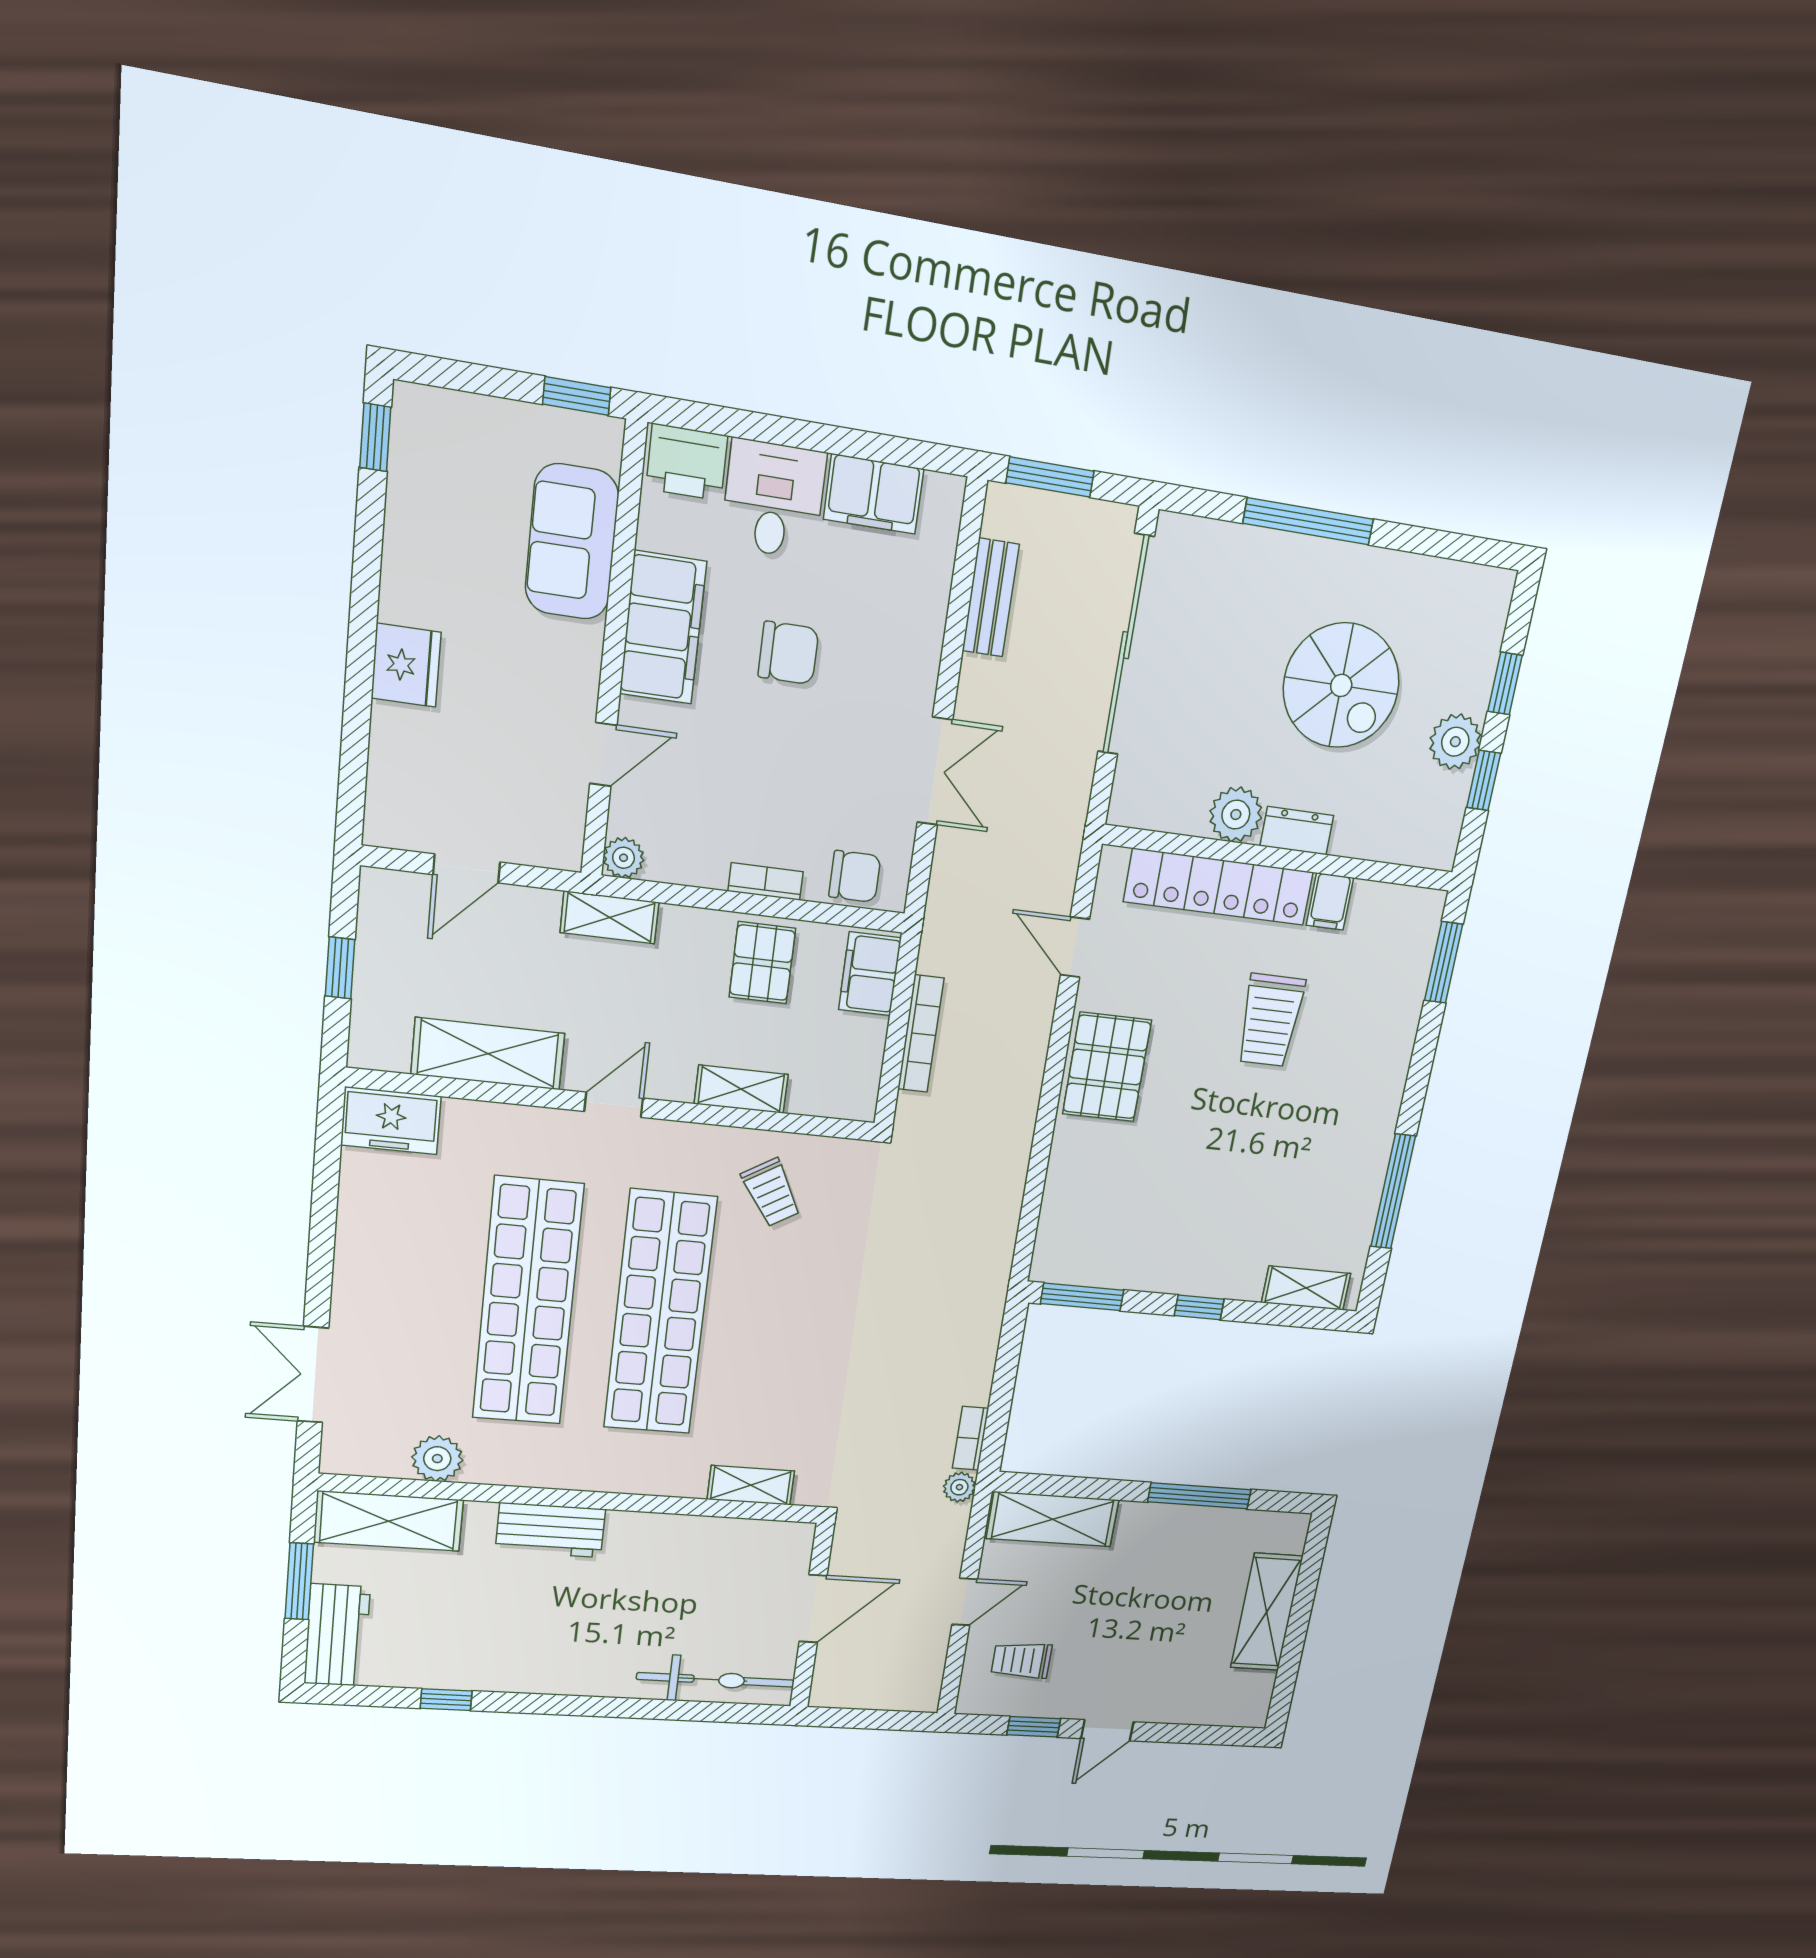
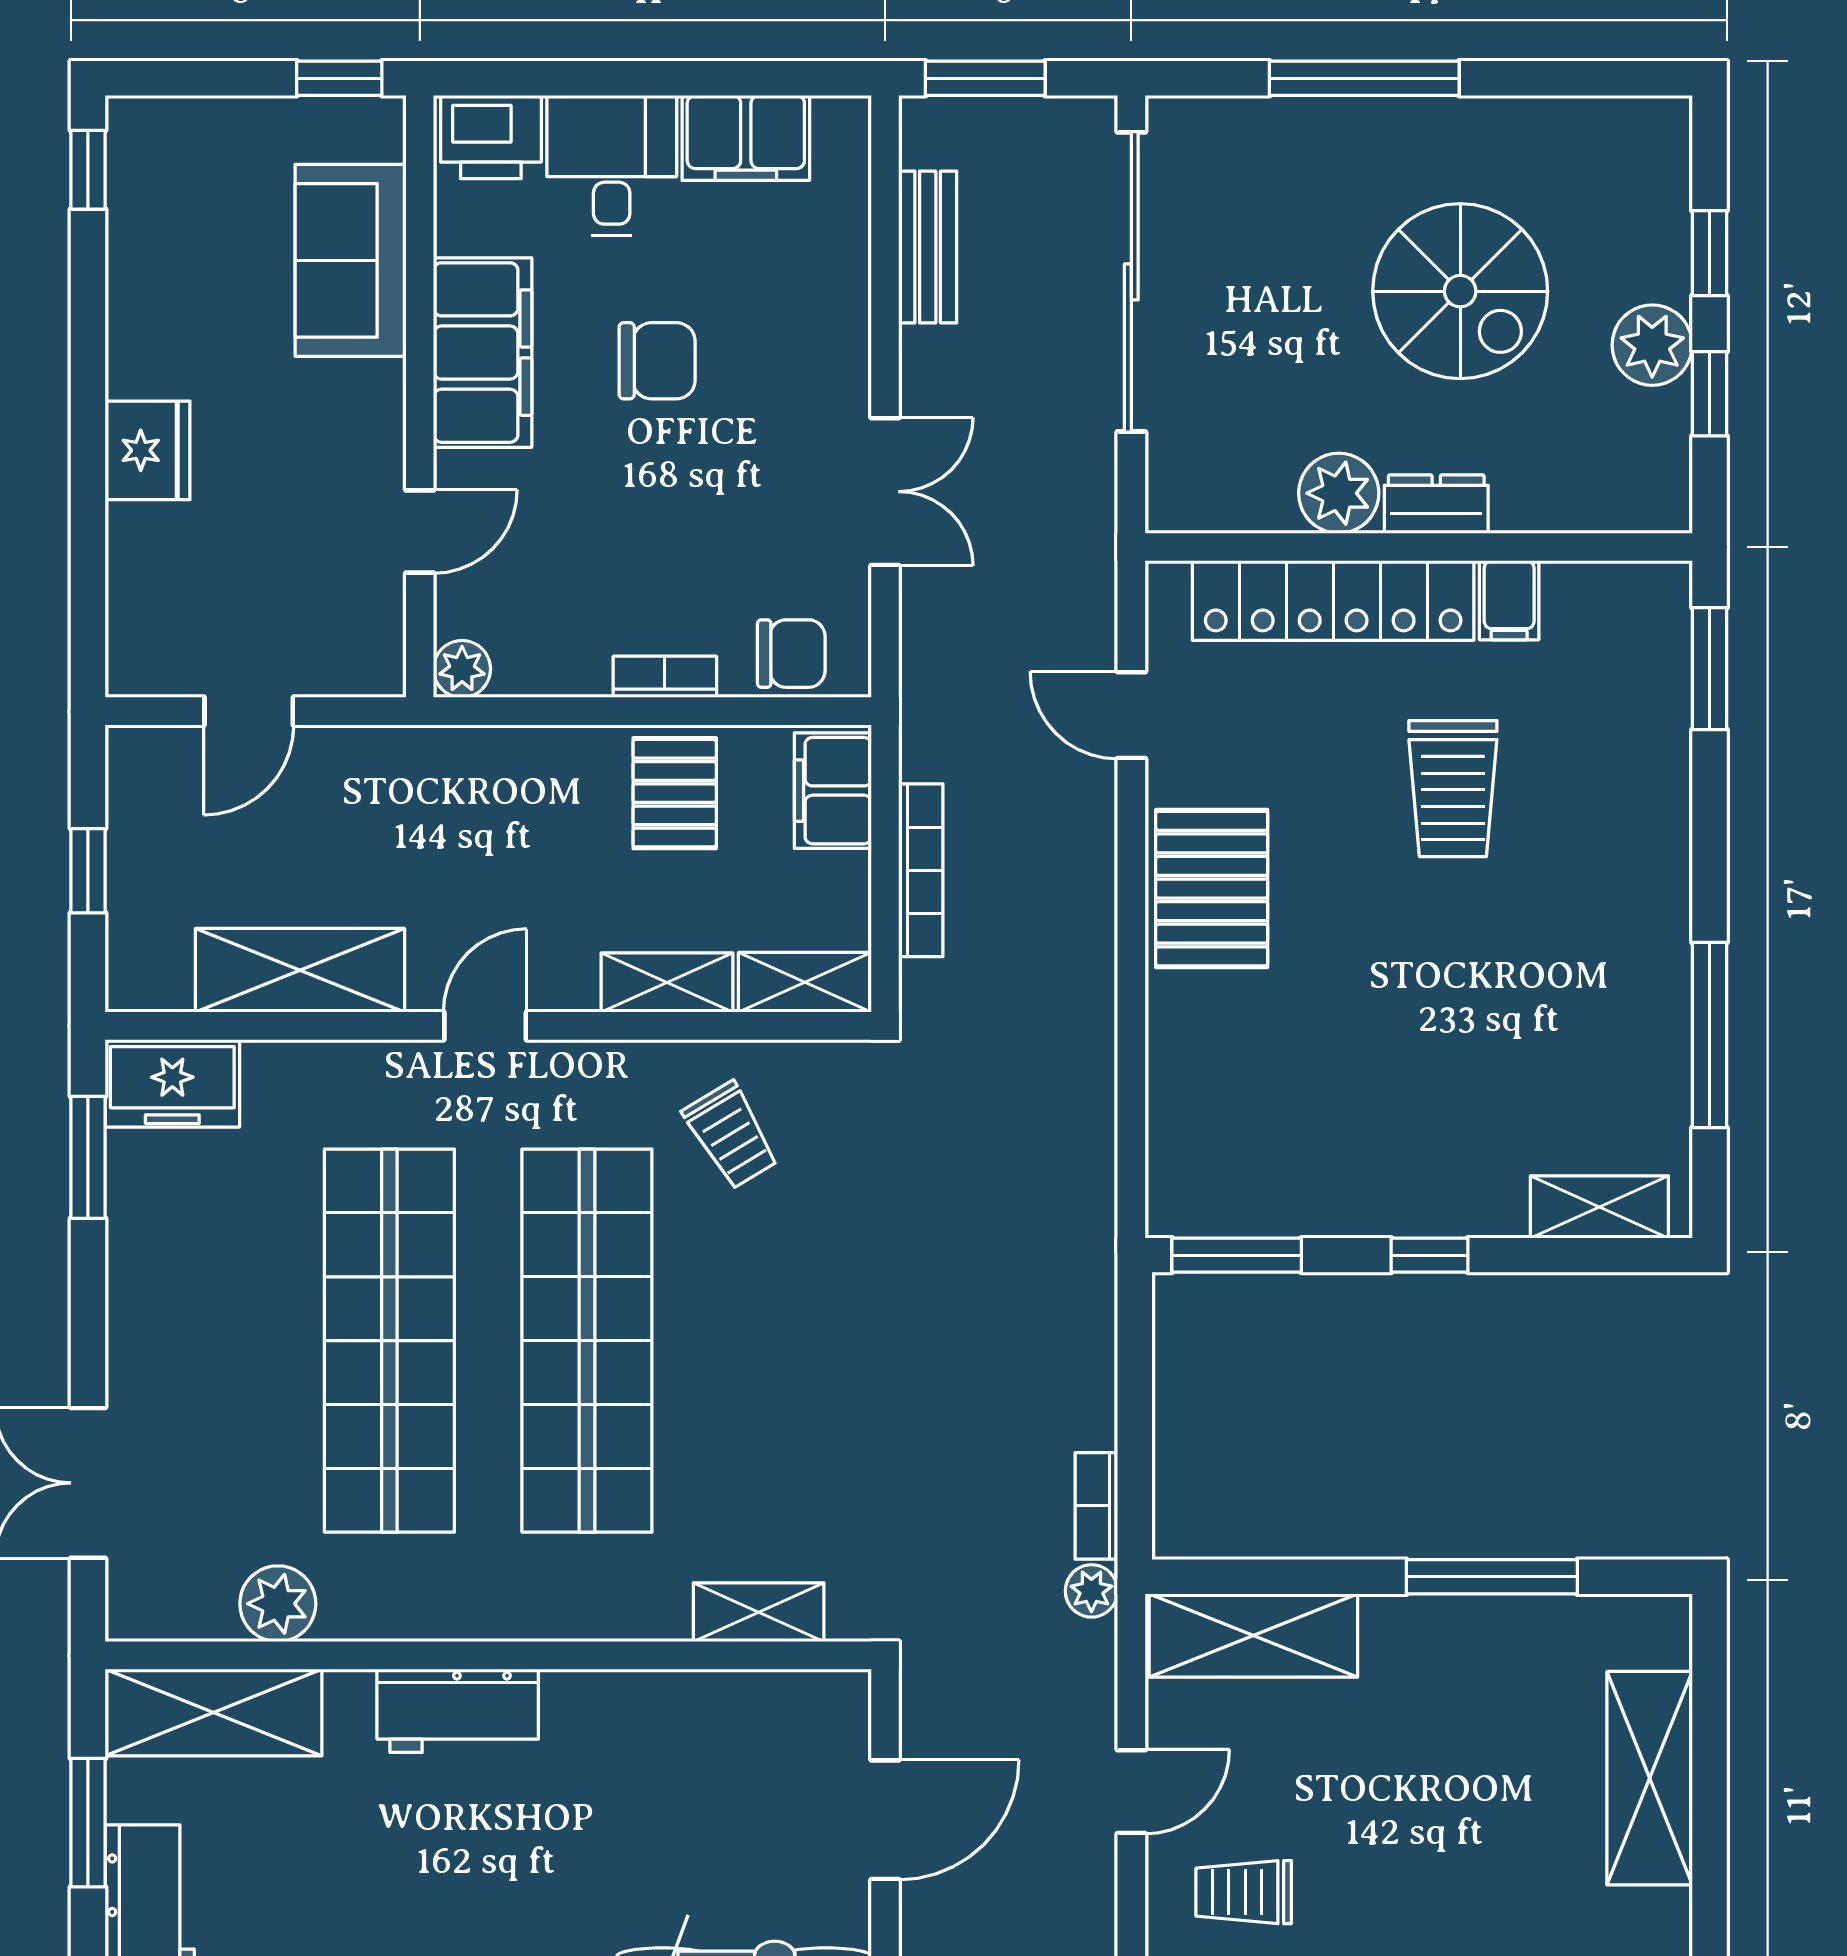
shelving: (610, 917) -> (805, 982), moved
window: (327, 1164) -> (88, 1157), added

